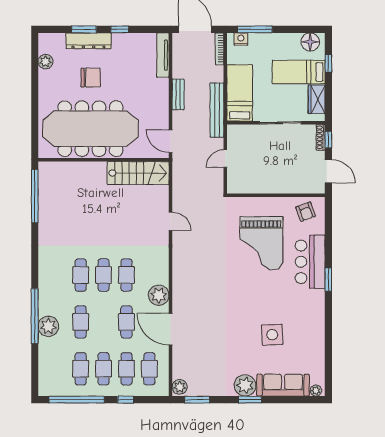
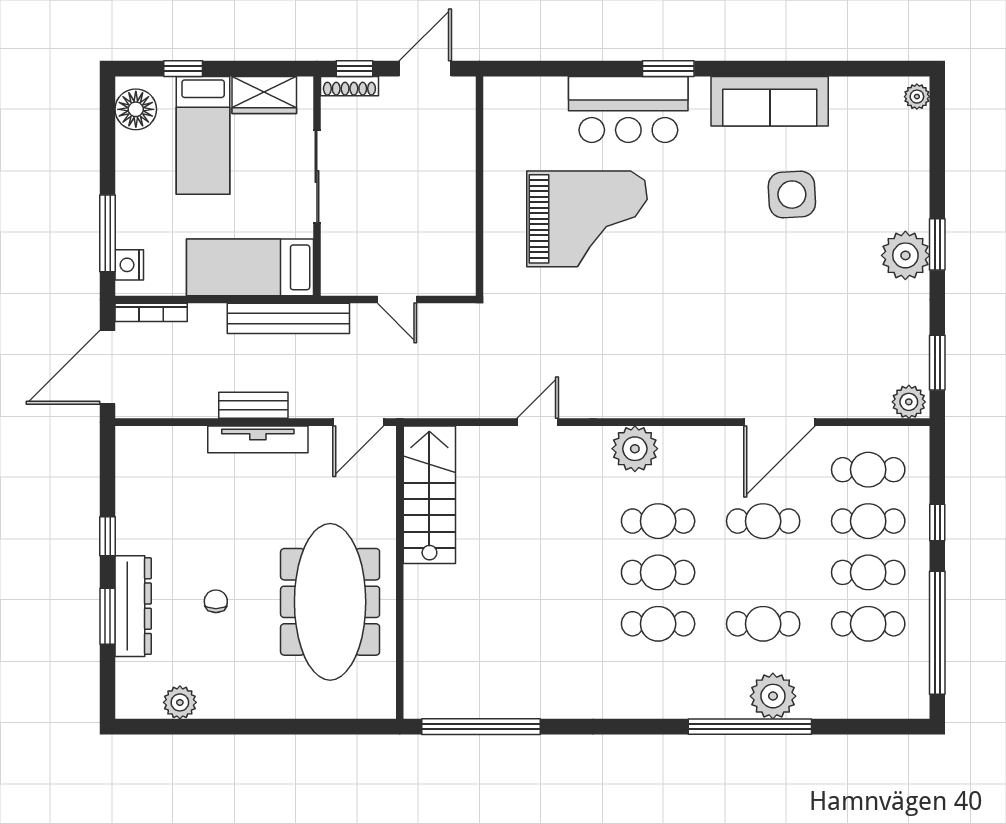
tv unit: (163, 55) -> (258, 439), moved
chair: (91, 78) -> (216, 601), width x0.54, depth x0.54
meeting table: (90, 129) -> (330, 602), width x0.73, depth x0.79
armchair: (306, 212) -> (516, 120), removed
plant: (159, 295) -> (635, 449), moved
sofa: (283, 385) -> (770, 101), moved, turned -90

